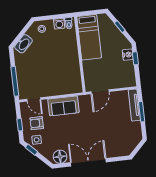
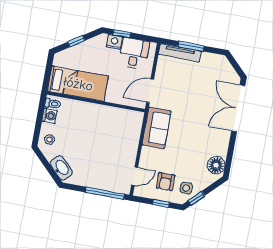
desk: (124, 72) -> (134, 53), added
door: (100, 92) -> (150, 91), swing flipped
sofa: (63, 106) -> (156, 128), moved
double door: (88, 162) -> (238, 108), moved

